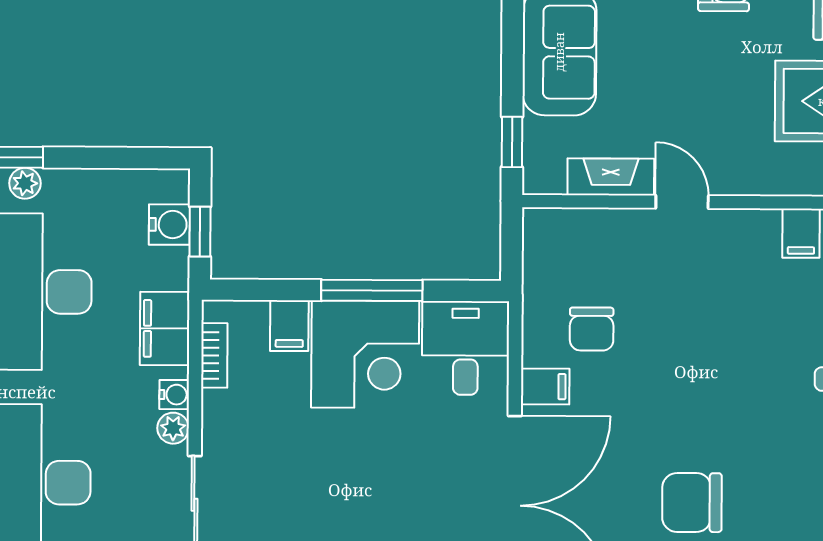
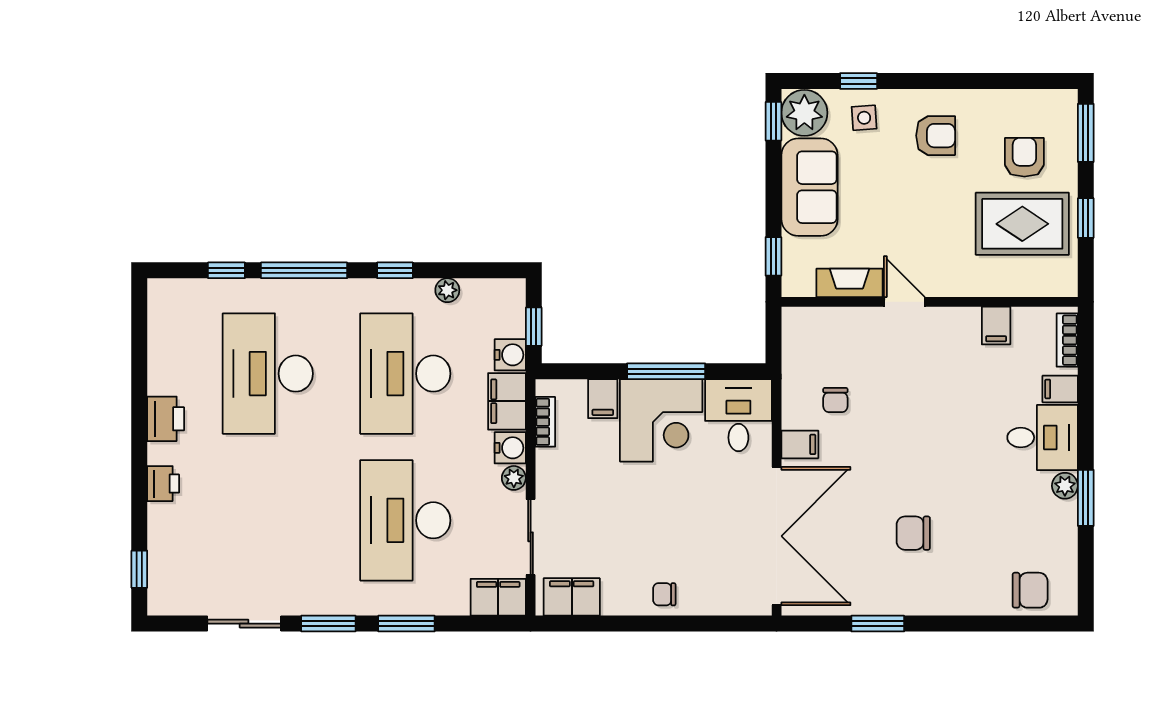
plant: (25, 183) -> (447, 290), moved
water cooler: (169, 225) -> (510, 355), moved
chair: (592, 329) -> (835, 400), width x0.73, depth x0.73
water cooler: (174, 395) -> (510, 448), width x1.38, depth x1.38
chair: (692, 503) -> (913, 533), width x0.73, depth x0.73

